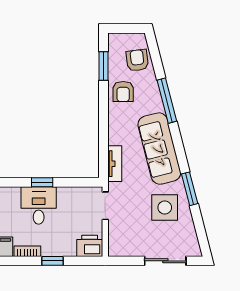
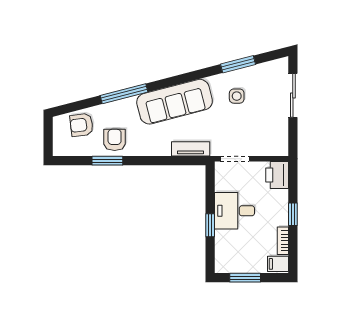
window: (104, 66) -> (107, 161), moved
armchair: (123, 92) -> (115, 140), turned -90
window: (190, 189) -> (238, 64), moved
desk: (39, 205) -> (235, 211), moved
side table: (165, 208) -> (237, 96), width x0.54, depth x0.54

